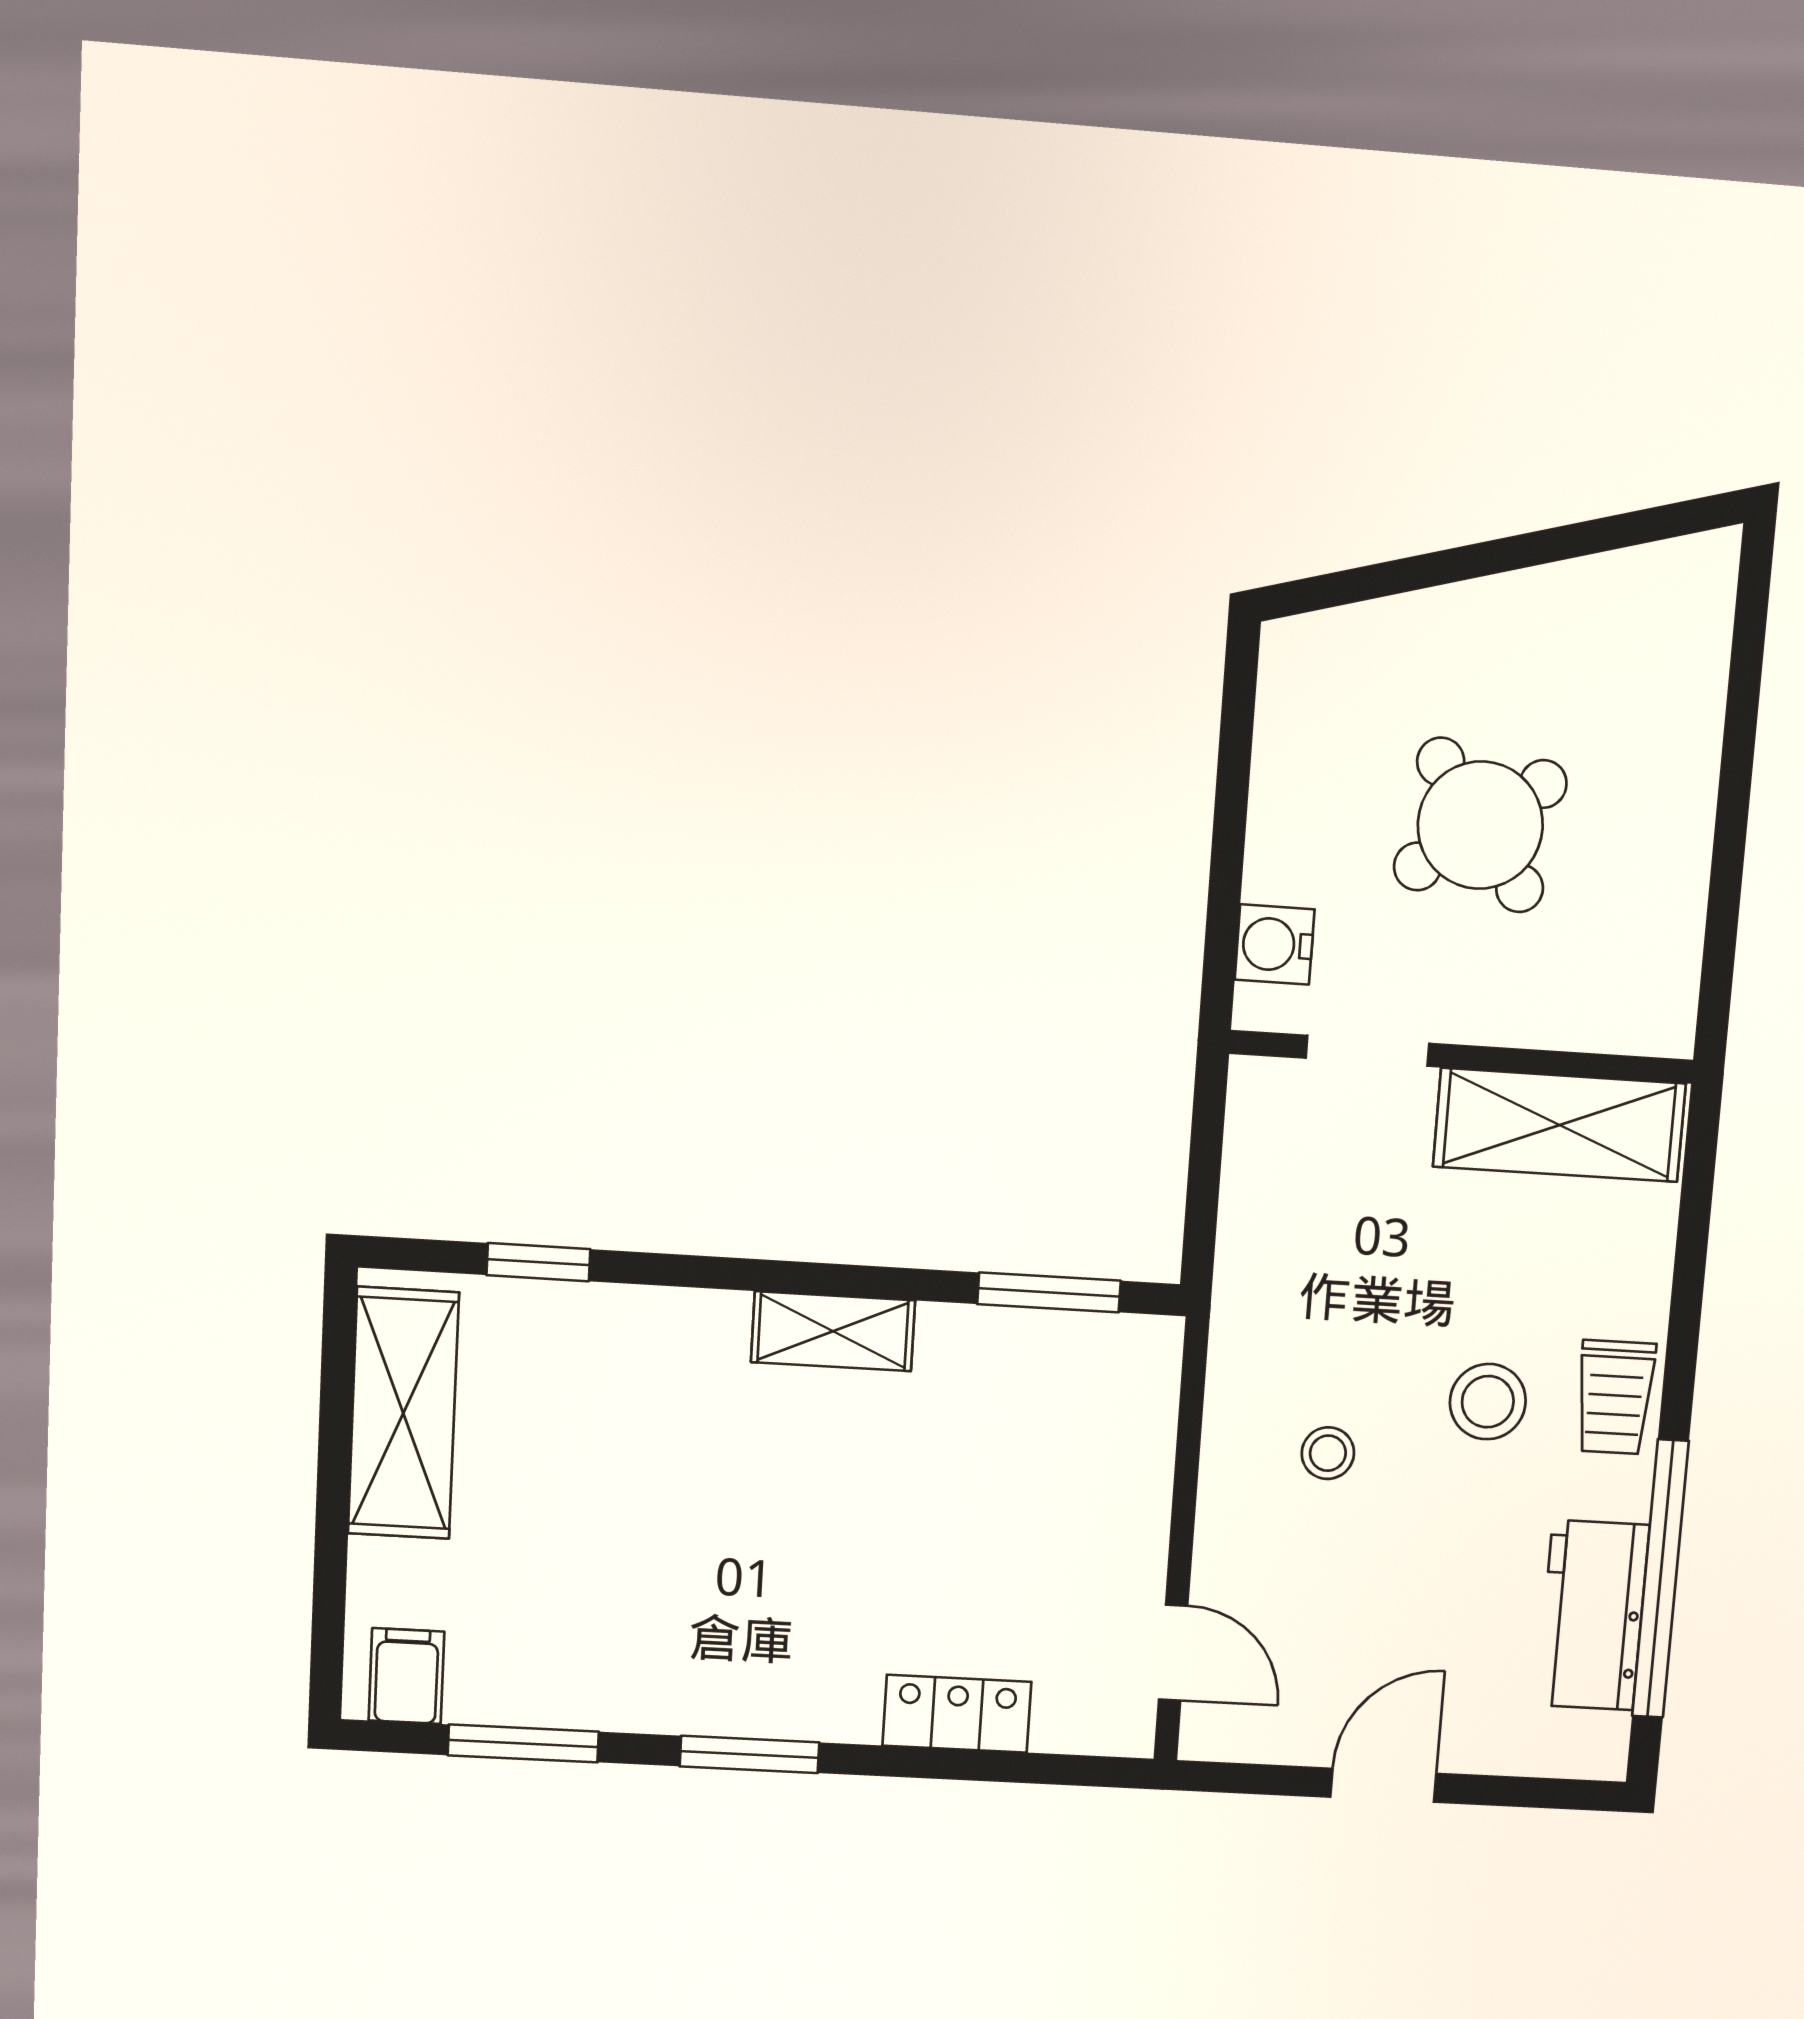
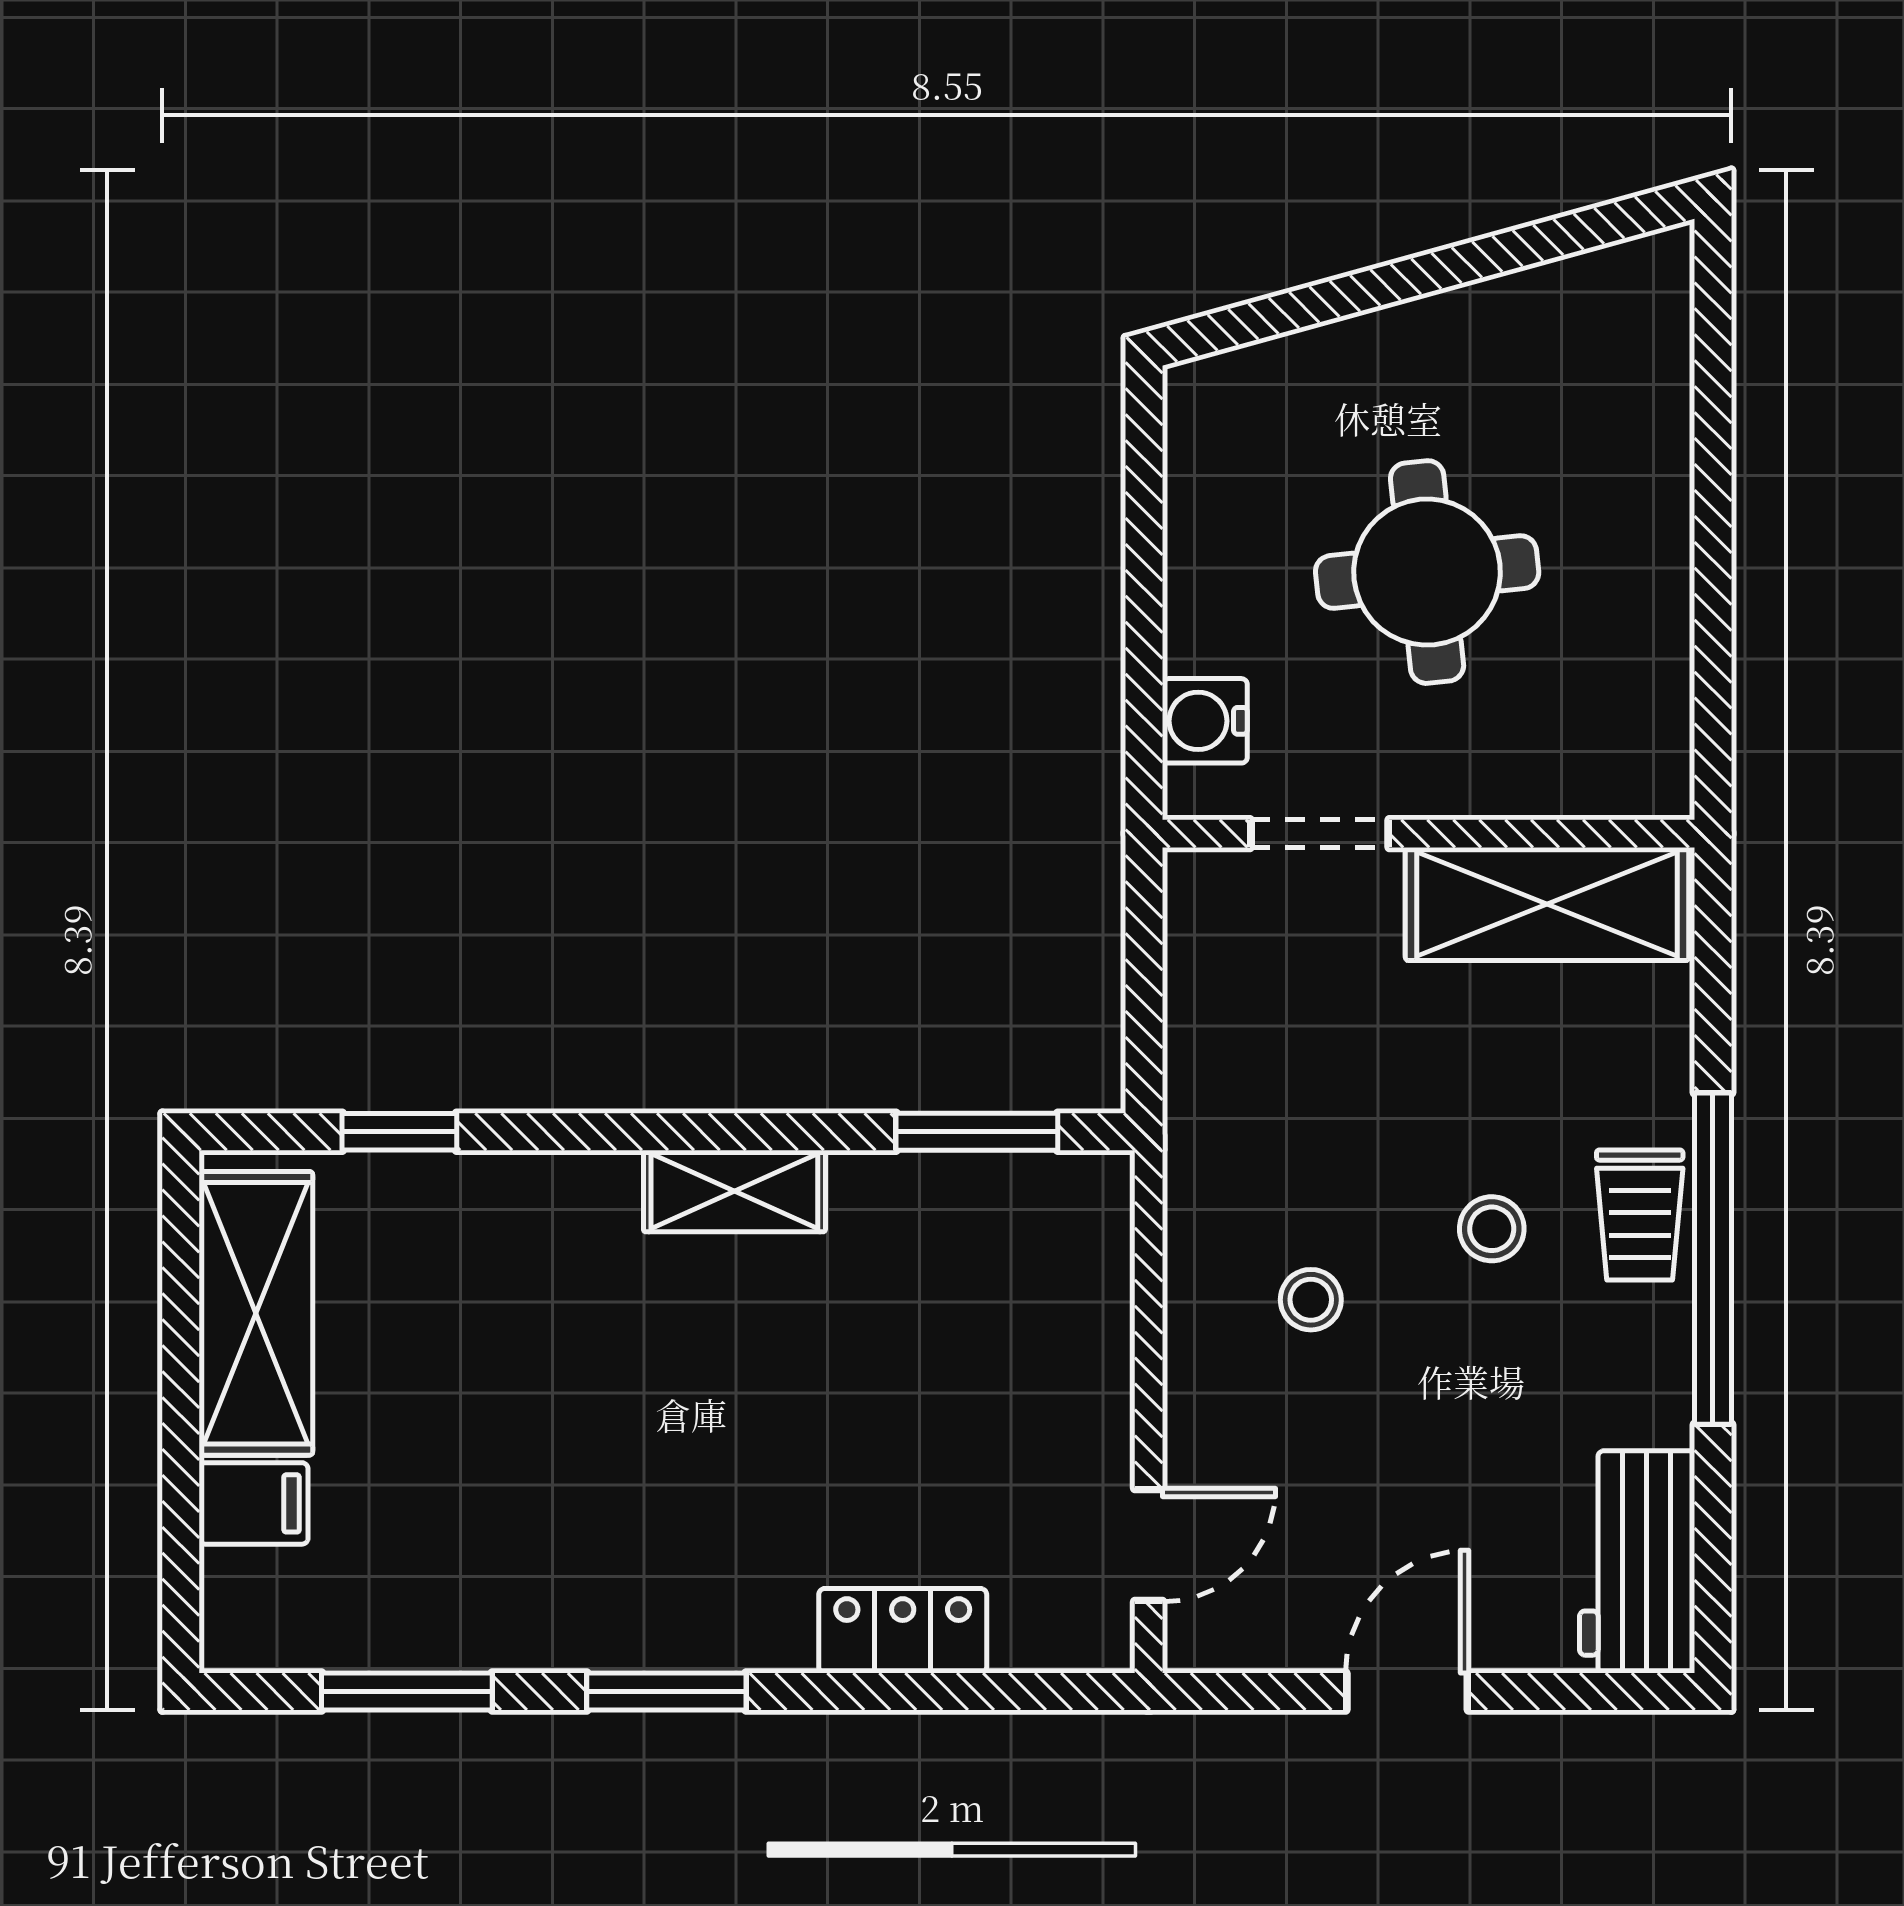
round table: (1480, 825) -> (1427, 572), turned 31
stool: (1488, 1402) -> (1492, 1229), width x0.73, depth x0.73
window: (1660, 1579) -> (1713, 1259), moved
workbench: (1593, 1615) -> (1637, 1562), moved
door: (1173, 1653) -> (1149, 1545), hinge flipped
filing cabinet: (407, 1676) -> (253, 1503), moved, turned 90

